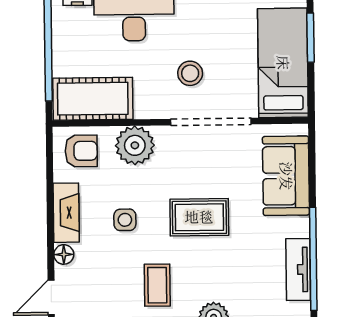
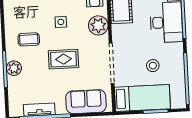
stool: (190, 73) -> (153, 66), moved
rug: (199, 217) -> (63, 59), turned 90

